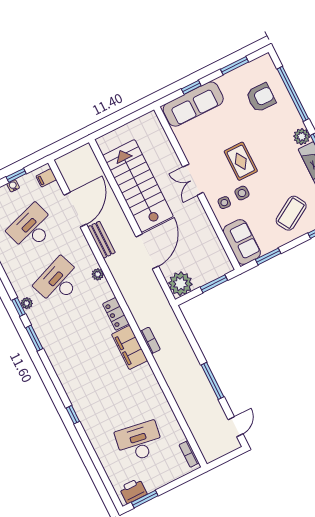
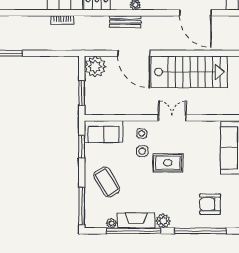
armchair: (261, 98) -> (210, 204), turned 90
bench: (101, 240) -> (125, 22), moved

